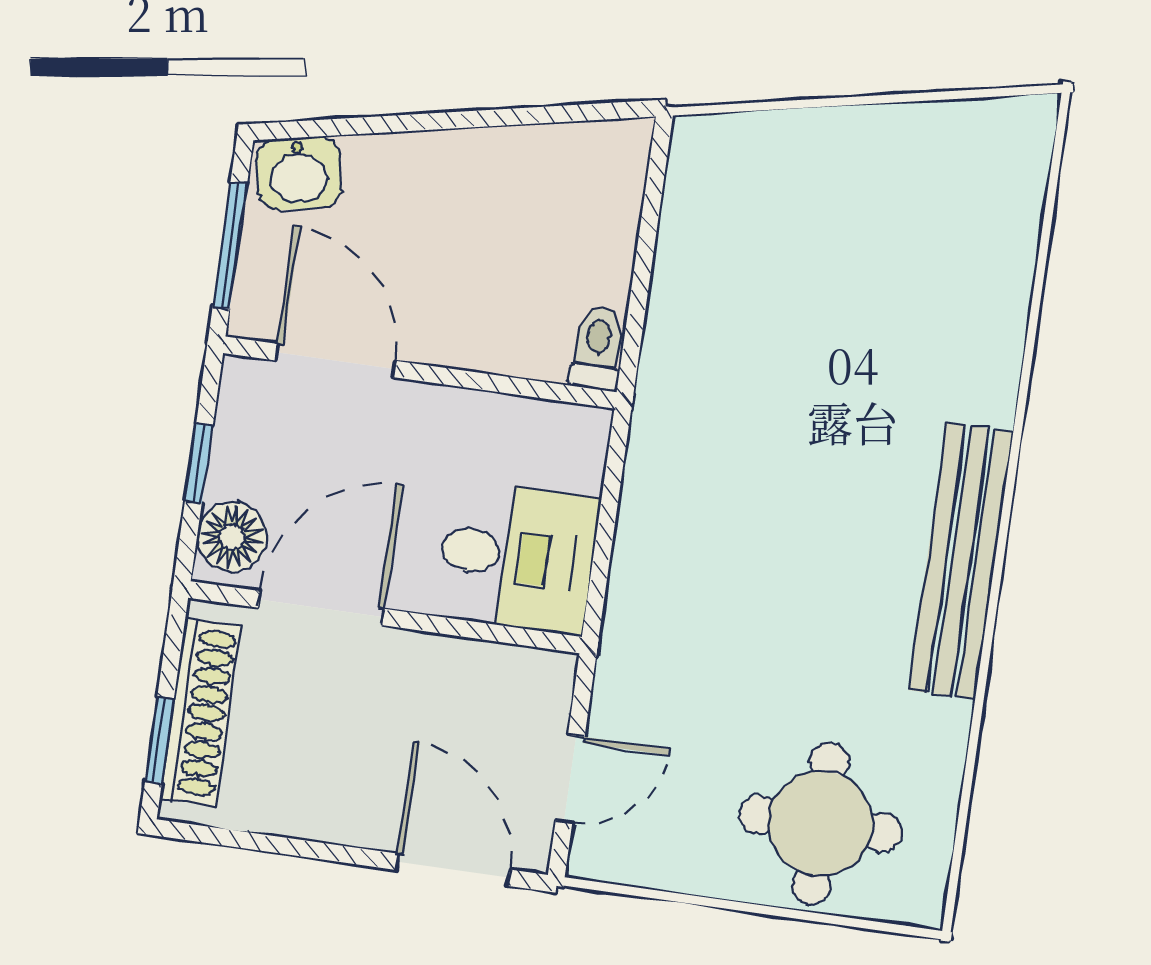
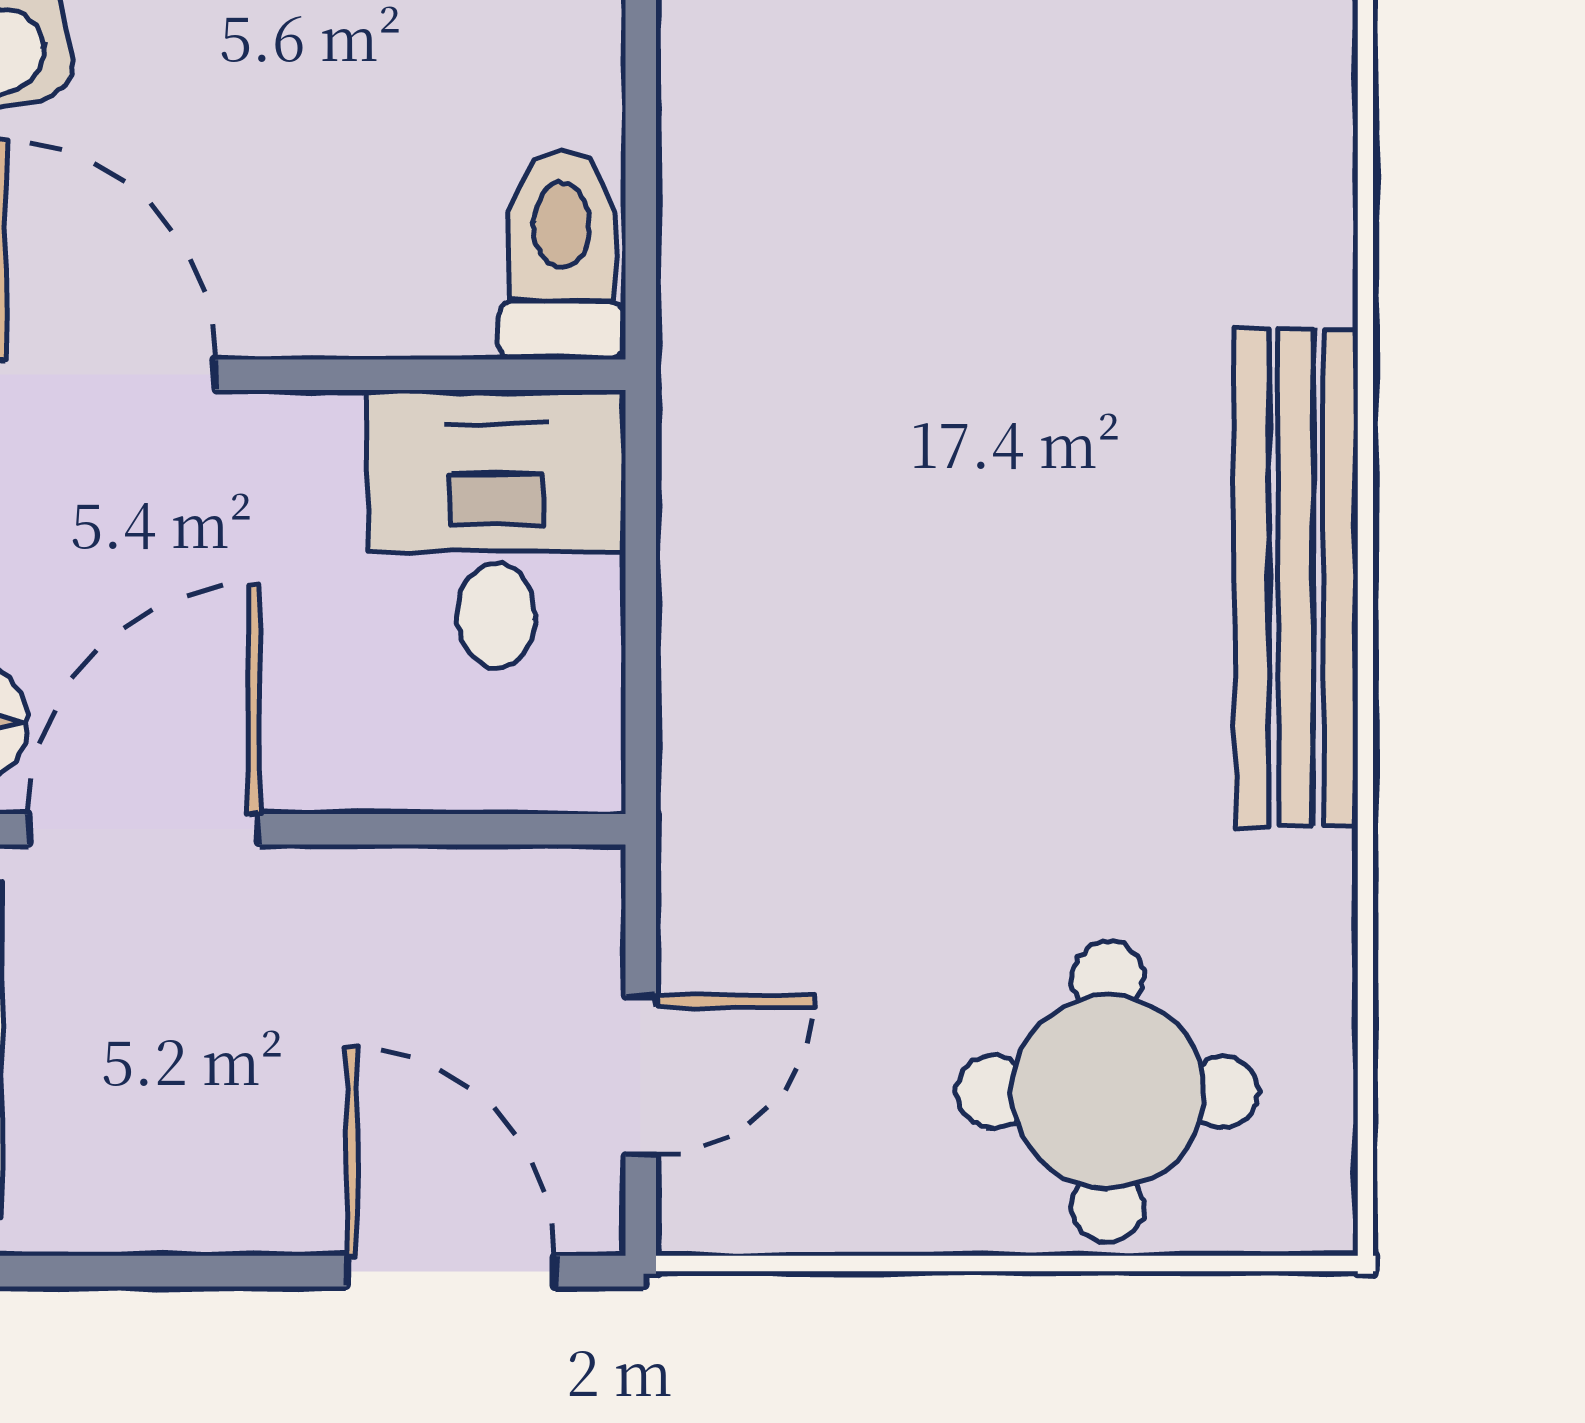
toilet: (597, 348) -> (562, 255), width x1.37, depth x1.39
desk: (517, 557) -> (497, 529), moved, turned -90

